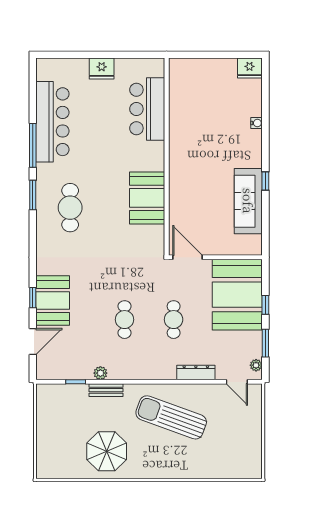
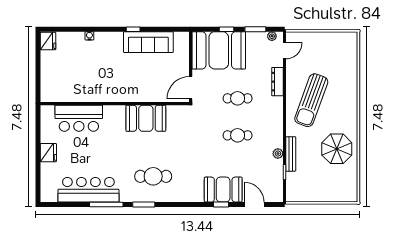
bench: (106, 390) -> (291, 154), width x1.36

